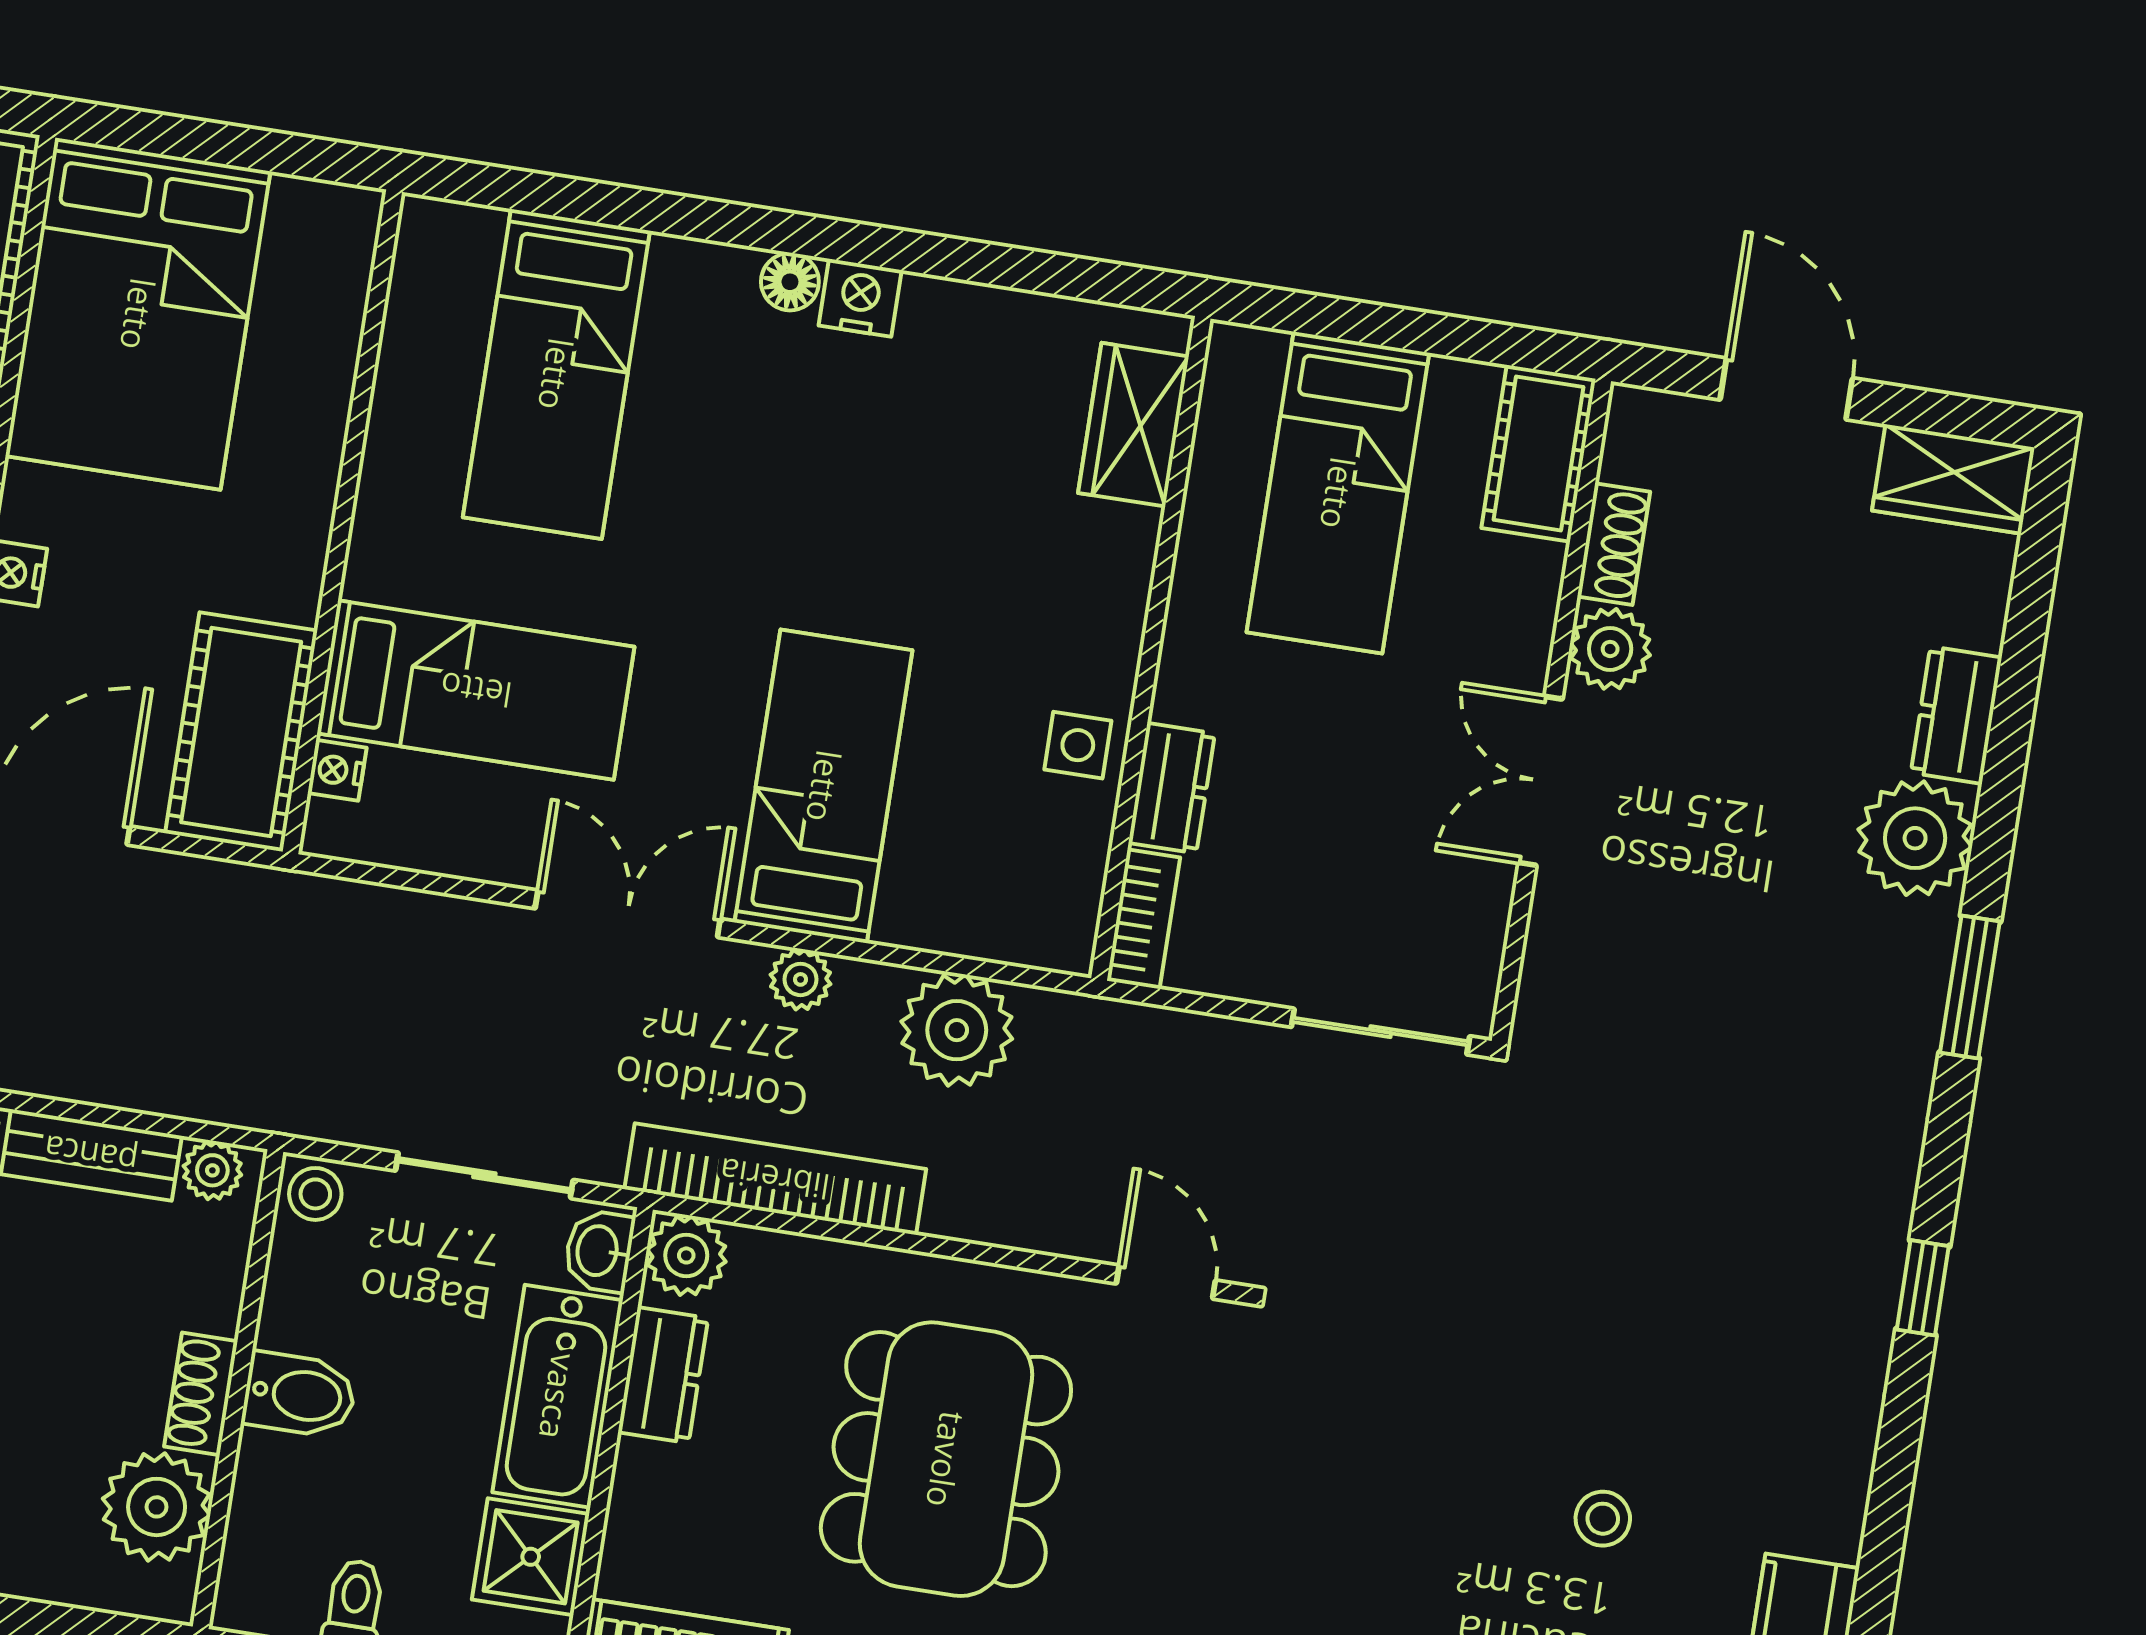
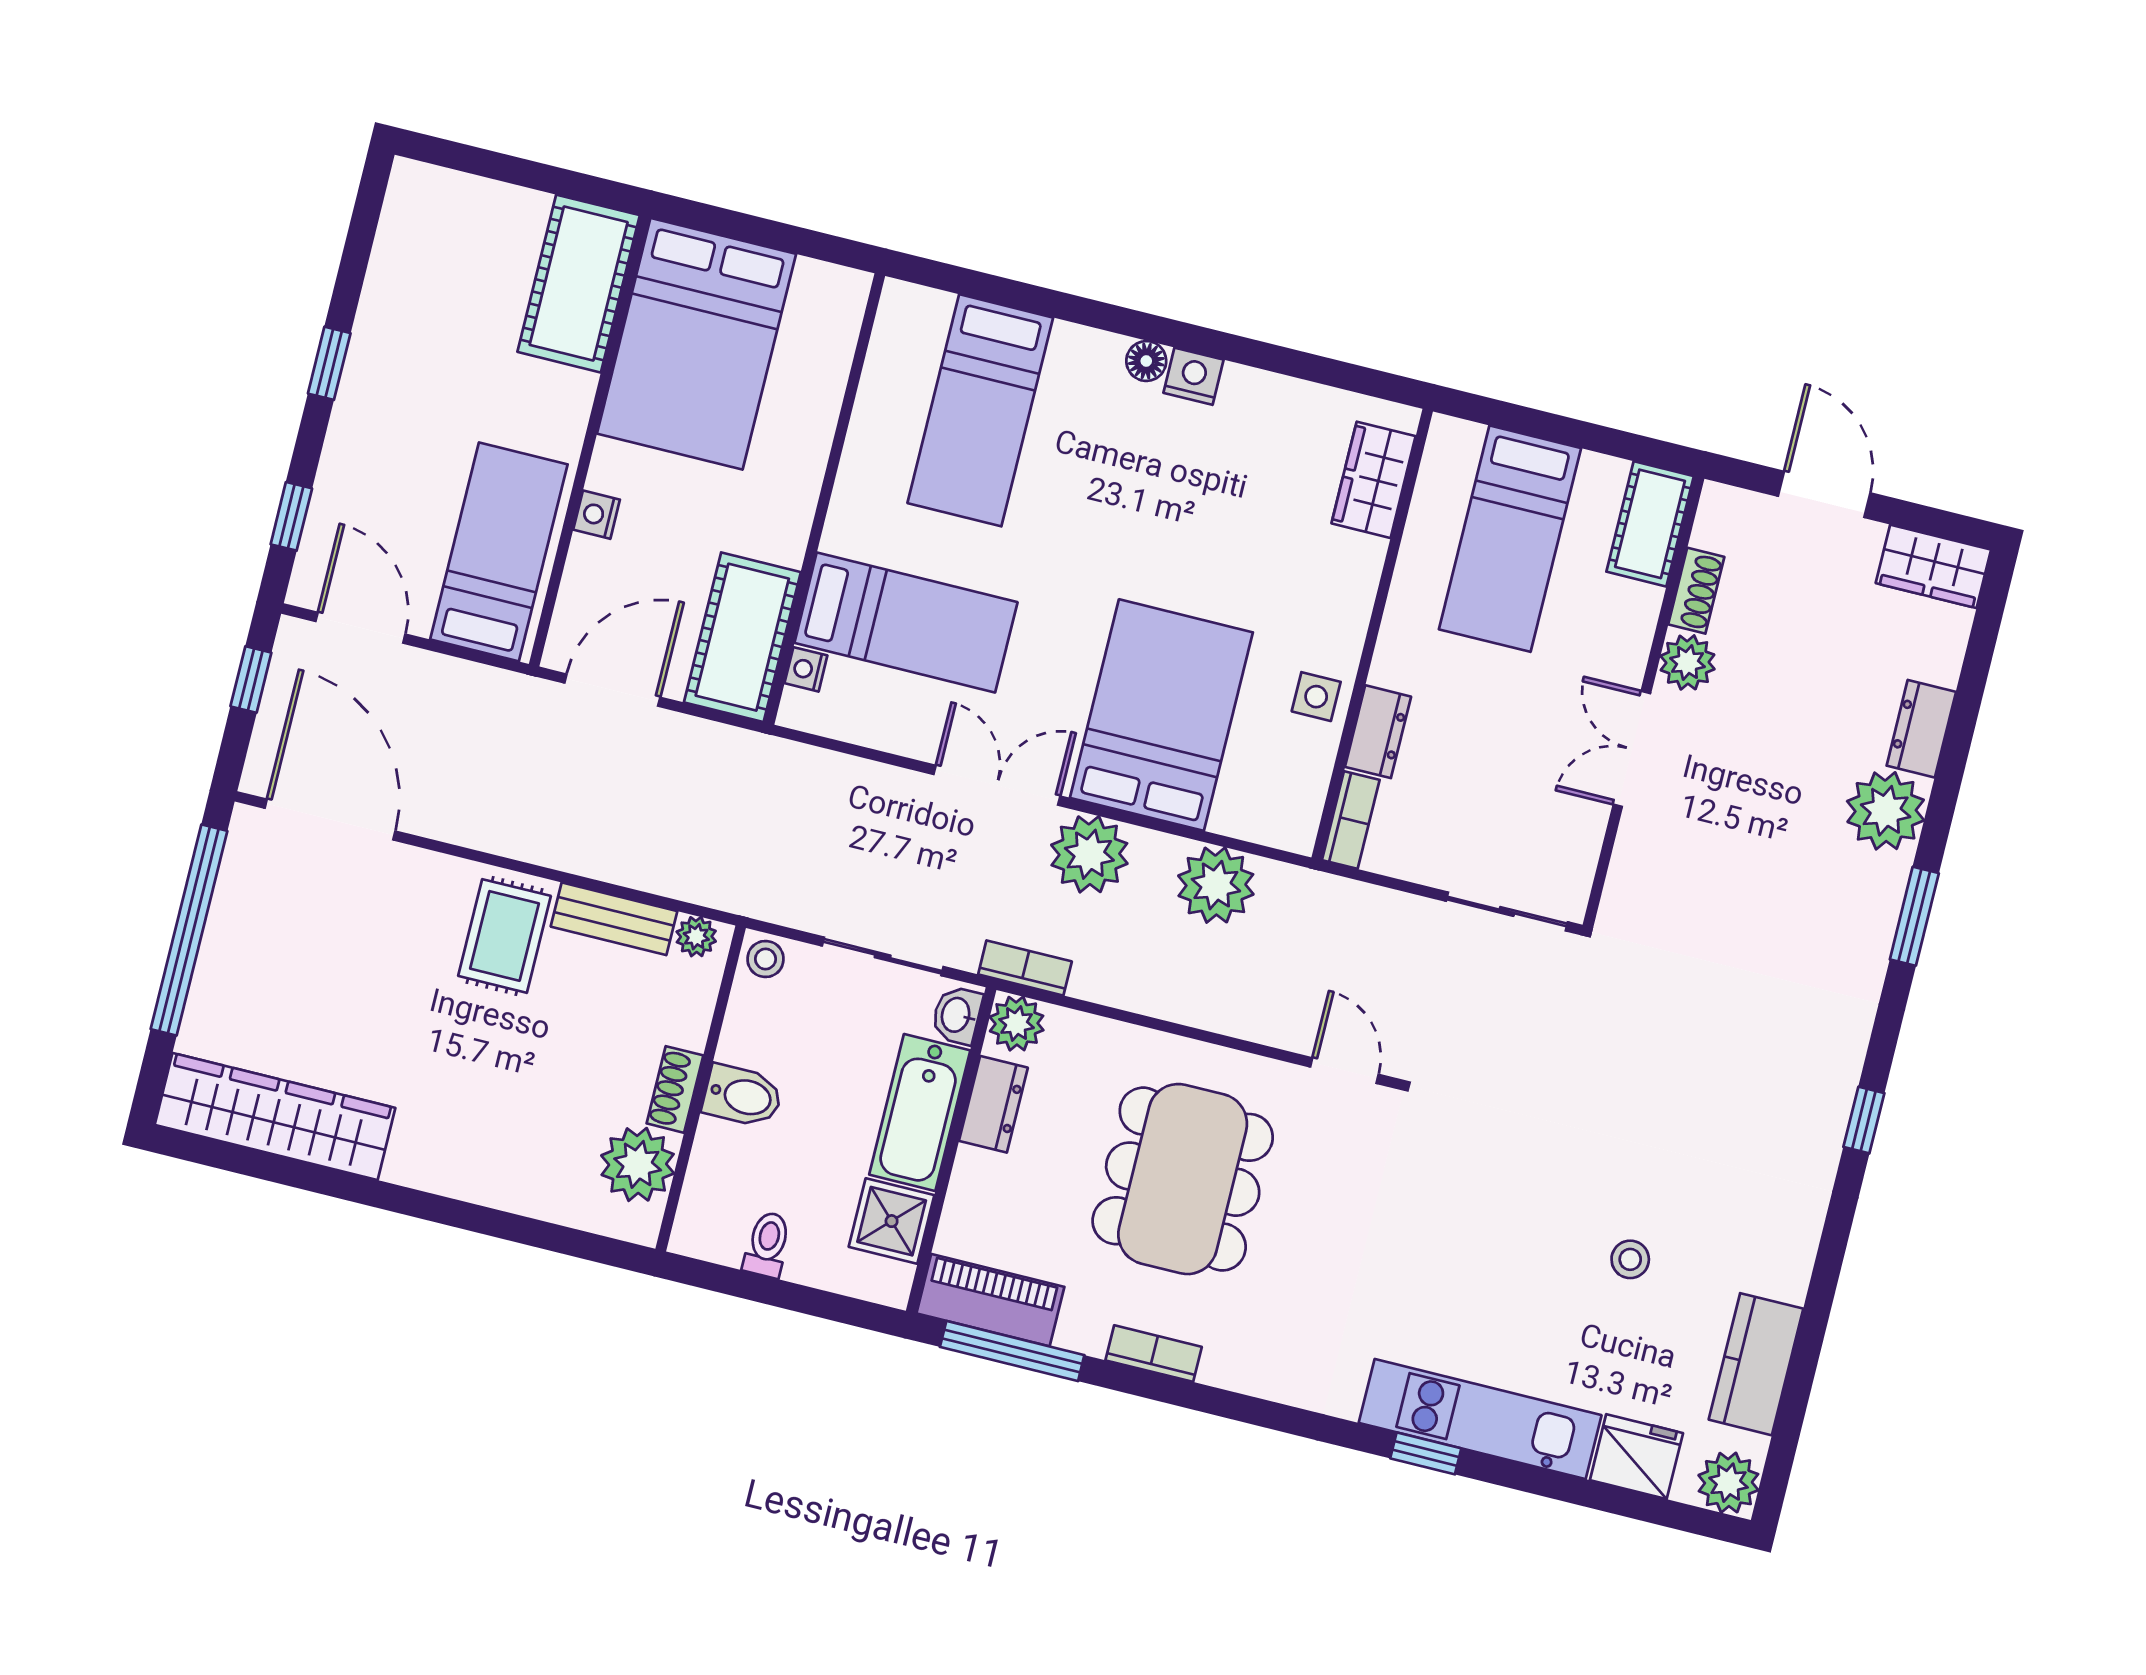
bed: (824, 786) -> (1161, 715), width x1.50
plant: (800, 979) -> (1089, 854), width x1.88, depth x1.88
bookcase: (775, 1179) -> (1025, 968), width x0.43, depth x0.76

